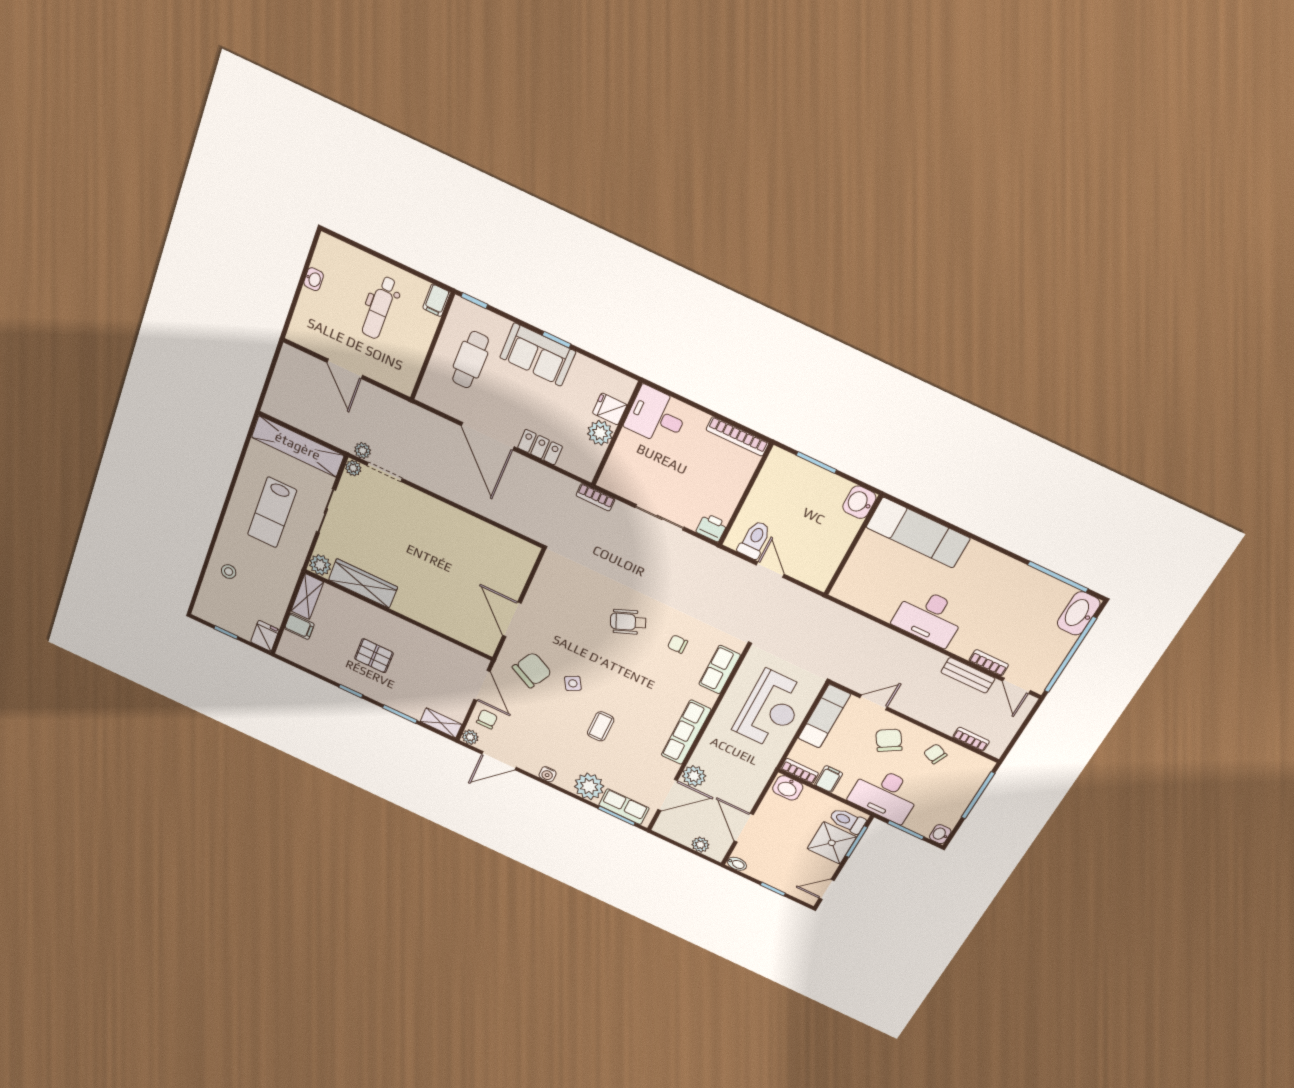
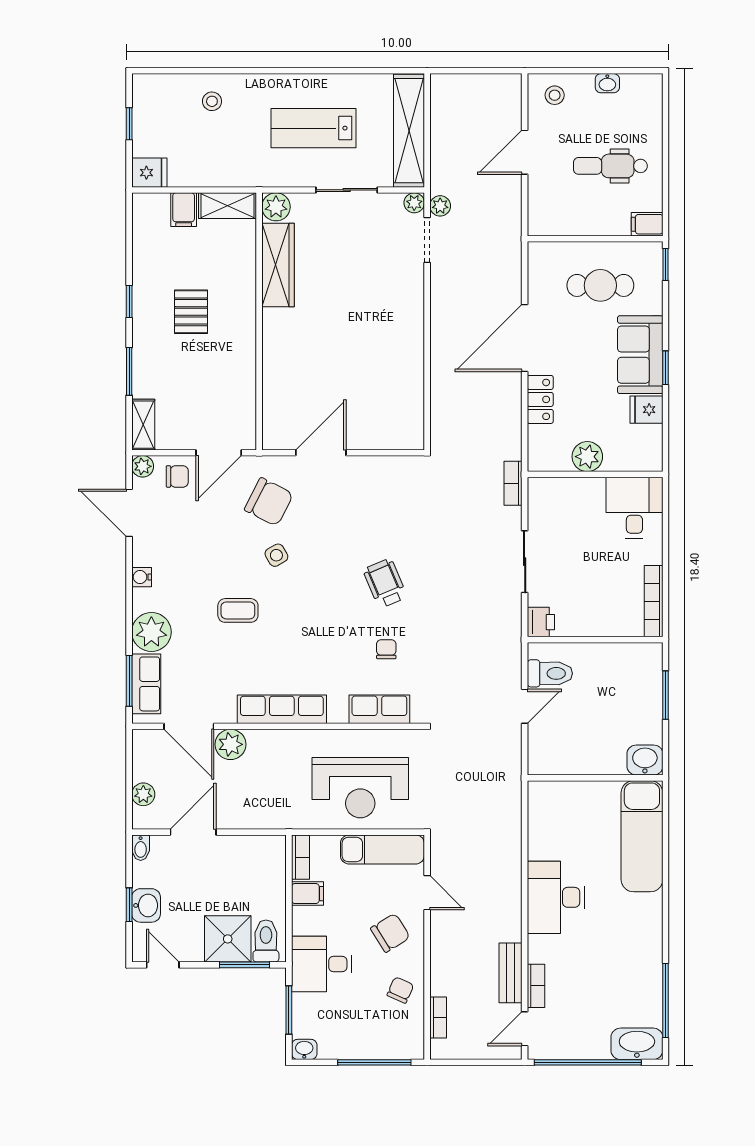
stool: (309, 325) -> (555, 95), added
fridge: (610, 409) -> (646, 410), moved, turned -90
washbasin: (788, 788) -> (146, 905), moved, turned 180
desk: (885, 794) -> (322, 964), width x0.73

